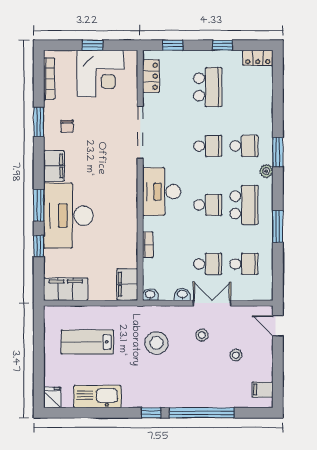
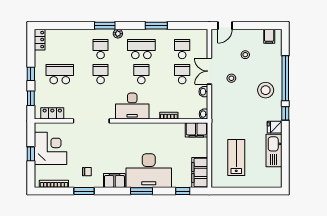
window: (223, 45) -> (31, 74), moved
window: (39, 246) -> (183, 191), moved
lab bench: (87, 342) -> (236, 157), turned 180
stool: (156, 343) -> (266, 90), moved
fridge: (52, 397) -> (275, 127), moved

